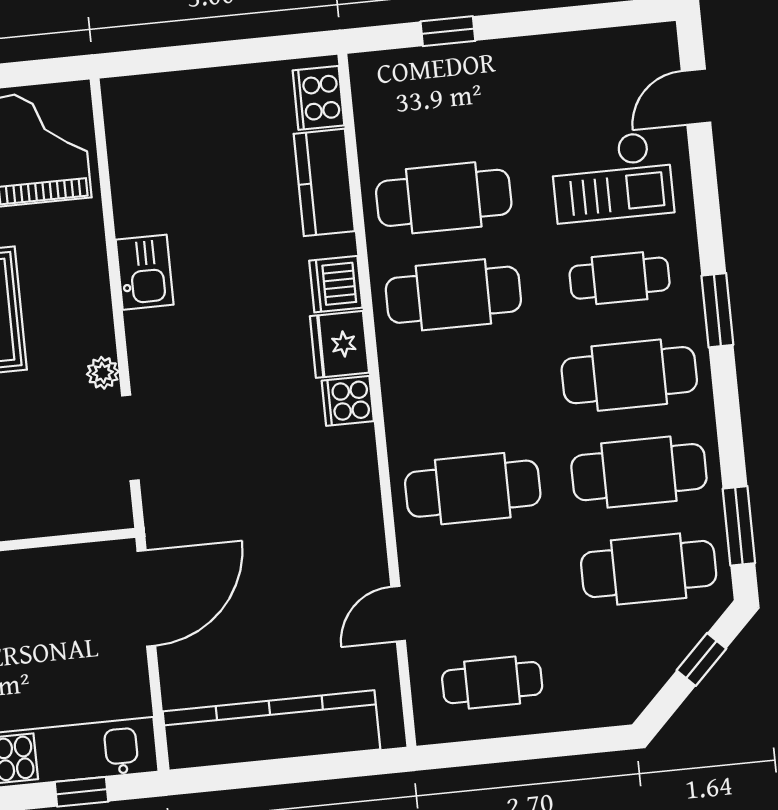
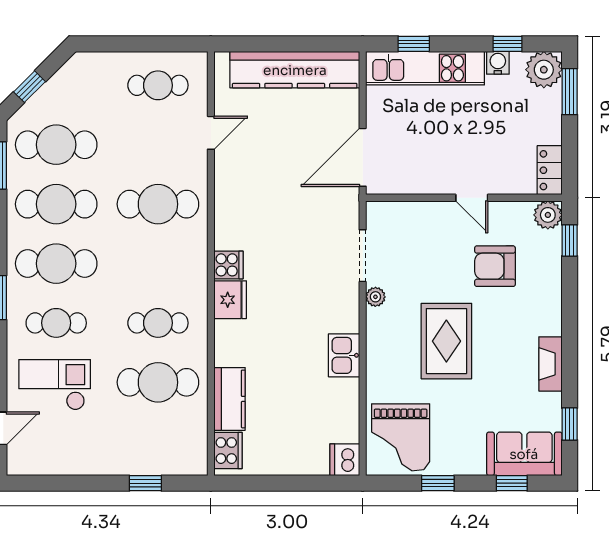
dishwasher: (336, 284) -> (345, 460), moved, turned 180
cafe table: (453, 295) -> (158, 323), width x0.73, depth x0.74

